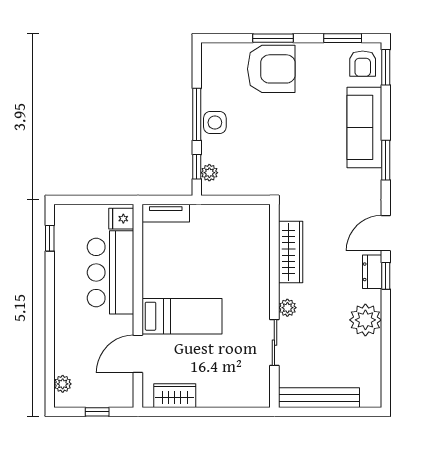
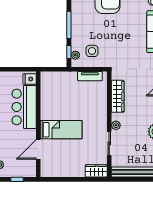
side table: (215, 123) -> (92, 51), moved
tv unit: (166, 213) -> (90, 76), moved
wardrobe: (175, 396) -> (96, 171), moved

